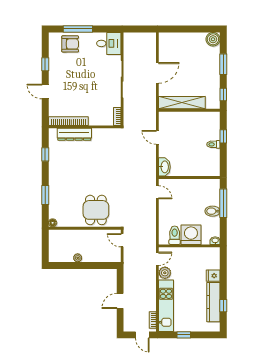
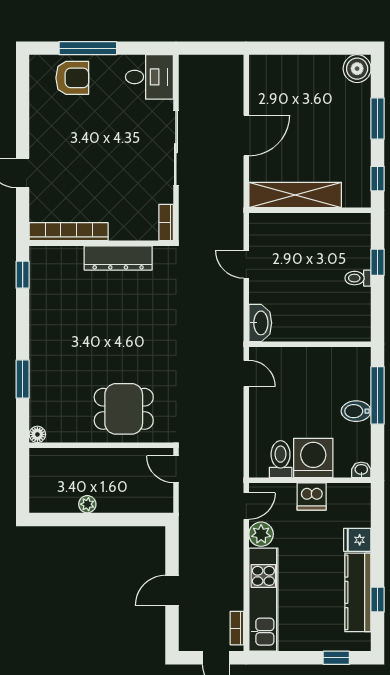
window: (45, 64) -> (23, 118), removed
dresser: (74, 134) -> (118, 258), moved
window: (45, 154) -> (23, 275), moved
dining table: (96, 210) -> (124, 409), turned 90
dishwasher: (190, 254) -> (312, 497), added
window: (184, 335) -> (336, 658), moved

